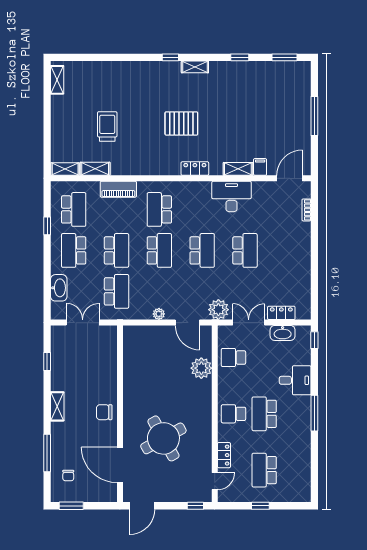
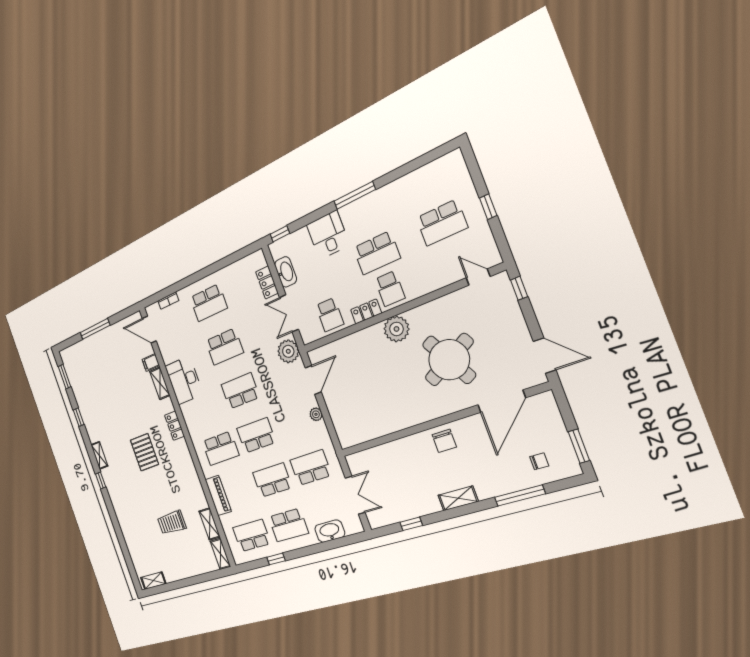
school desk: (245, 250) -> (224, 347), turned 180
school desk: (288, 250) -> (209, 303), added
double door: (83, 323) -> (355, 495), swing flipped
plant: (201, 368) -> (396, 329), moved
locker: (224, 455) -> (366, 312), moved

